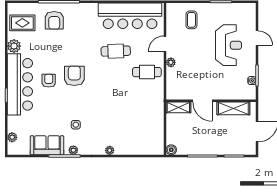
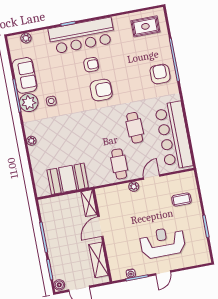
armchair: (54, 20) -> (160, 74), moved, turned 90
rug: (22, 23) -> (145, 26), turned 90
door: (257, 38) -> (163, 273), moved
door: (165, 44) -> (152, 177), hinge flipped
reception desk: (228, 45) -> (163, 242), turned 180
plant: (14, 46) -> (120, 22), removed
booth: (152, 123) -> (68, 179), added
plant: (73, 150) -> (29, 103), width x1.87, depth x1.87
boiler: (171, 150) -> (59, 285), moved

